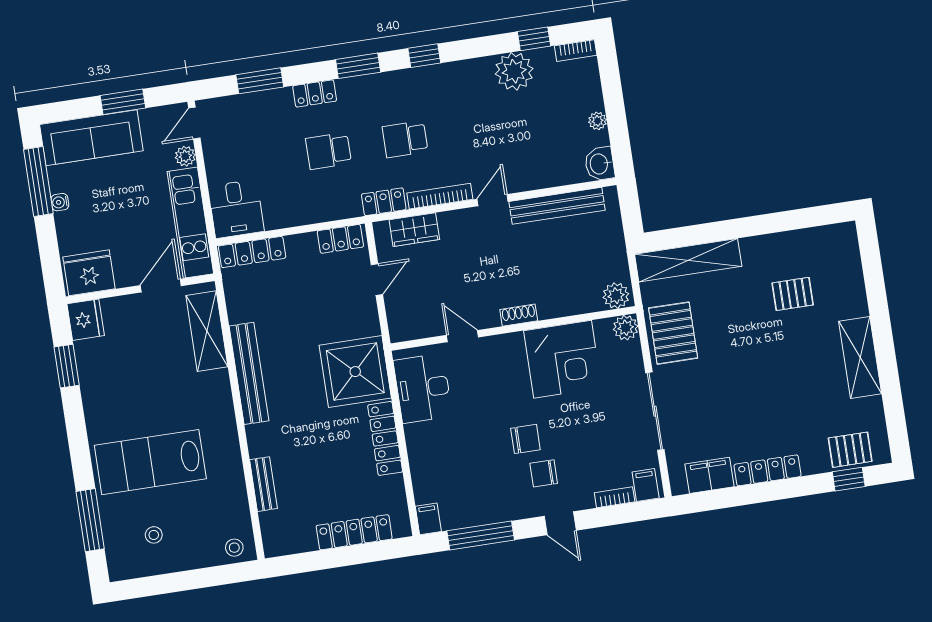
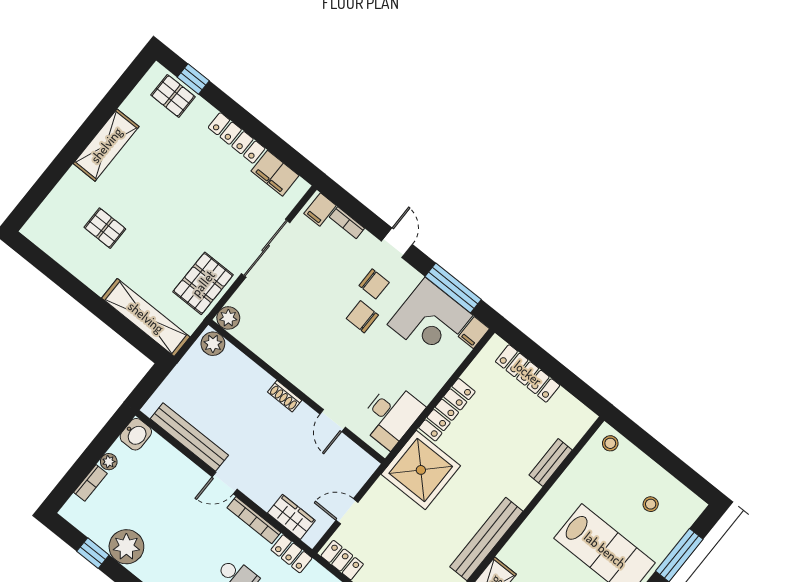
bookcase: (576, 51) -> (90, 483), moved, turned 90
corner desk: (563, 359) -> (430, 320), moved, turned 180

